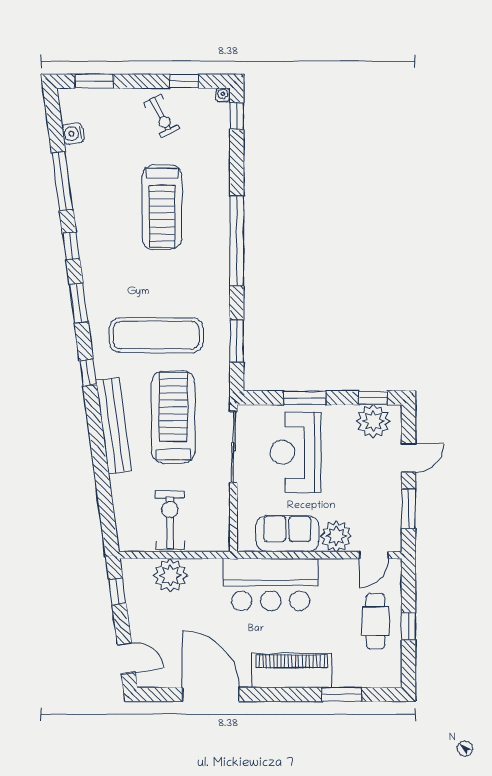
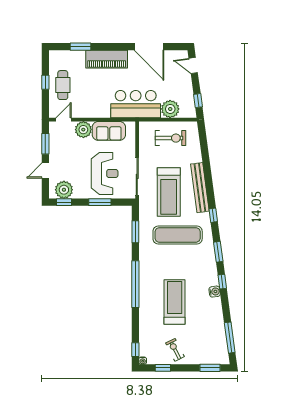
water cooler: (73, 134) -> (215, 292), moved
window: (62, 181) -> (230, 338), moved
exercise bike: (170, 520) -> (170, 138), turned -90
bar counter: (271, 585) -> (136, 104), moved

